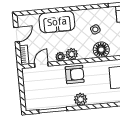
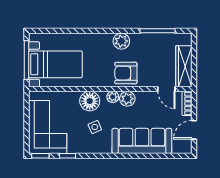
sofa: (57, 22) -> (142, 141), width x1.36
plant: (60, 57) -> (113, 97), moved
door: (41, 65) -> (166, 89), hinge flipped
wardrobe: (29, 84) -> (184, 66), added

